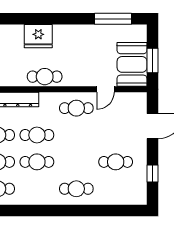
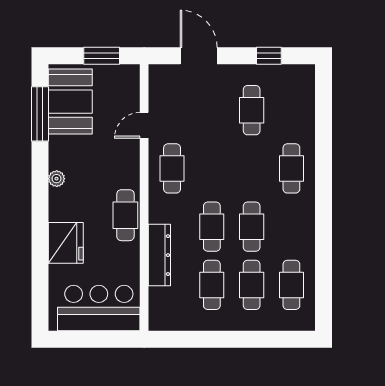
plant: (69, 30) -> (57, 179), added
fridge: (38, 36) -> (66, 243), moved
booth: (132, 64) -> (70, 102), moved, turned 90
door: (105, 89) -> (144, 125), swing flipped

